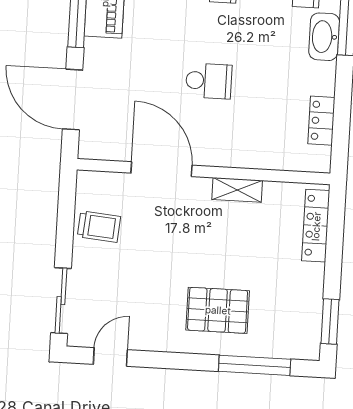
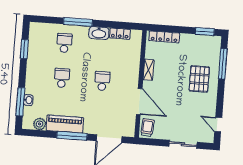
washbasin: (324, 37) -> (99, 33), moved
door: (162, 169) -> (139, 102), swing flipped
trolley: (99, 227) -> (147, 128), moved
sliding door: (61, 301) -> (183, 144), moved

